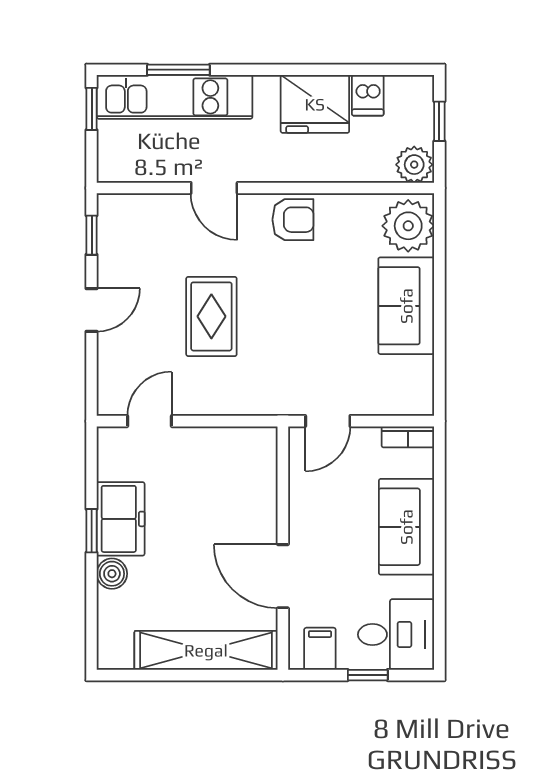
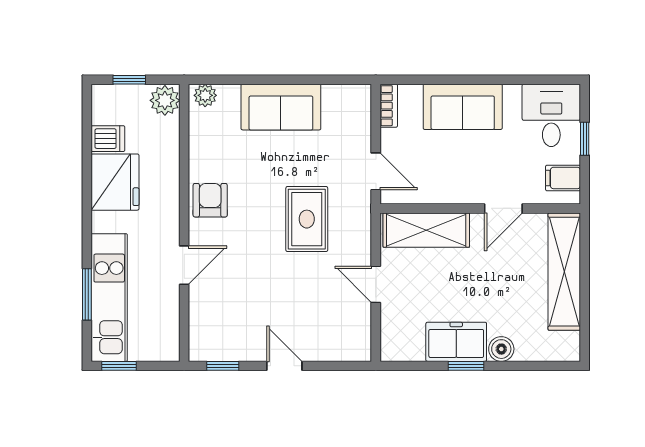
plant: (408, 226) -> (205, 95), width x0.53, depth x0.53
rug: (211, 316) -> (307, 219), moved, turned 90
door: (150, 421) -> (376, 284), moved
shelving: (257, 482) -> (426, 230), added
door: (283, 576) -> (503, 208), width x0.73

